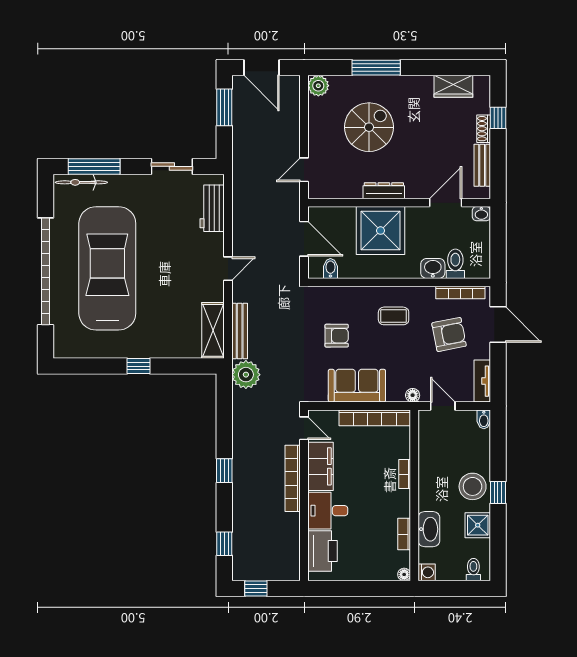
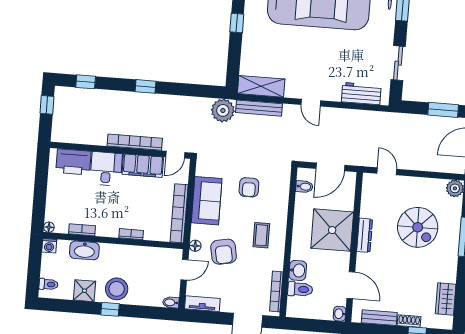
armchair: (449, 334) -> (224, 252), moved

